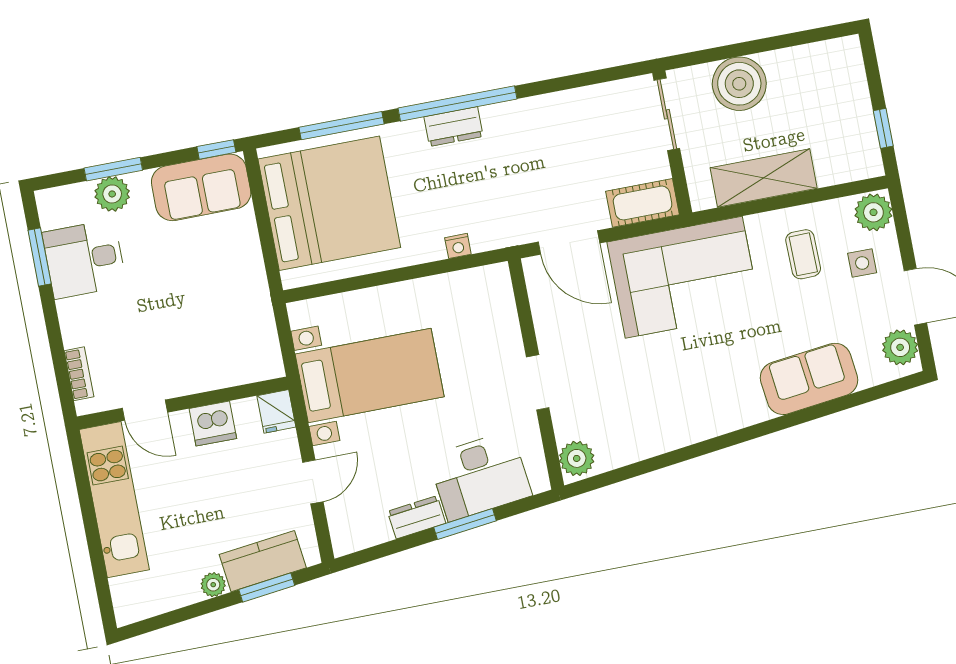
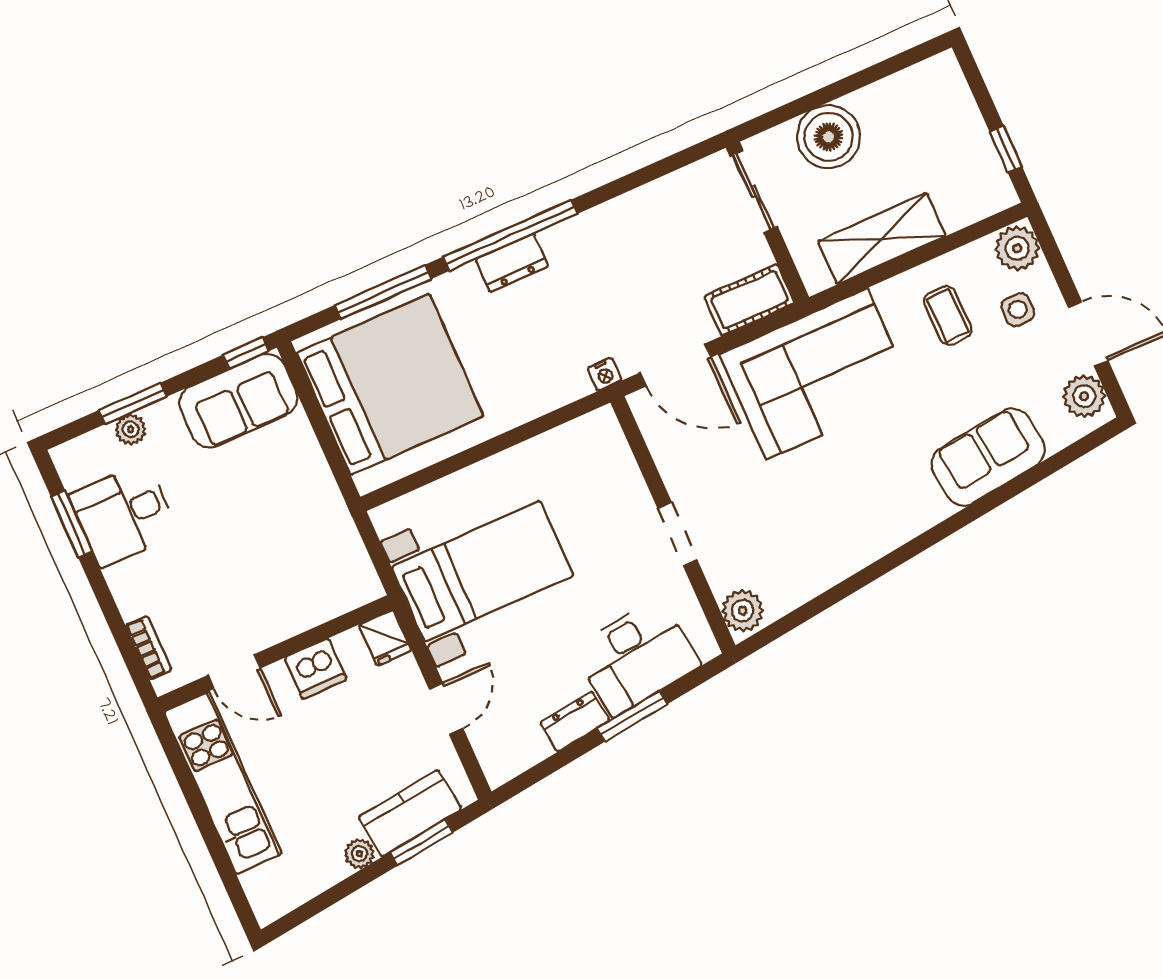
plant: (112, 194) -> (131, 429), width x0.73, depth x0.73
nightstand: (458, 246) -> (605, 374), moved

